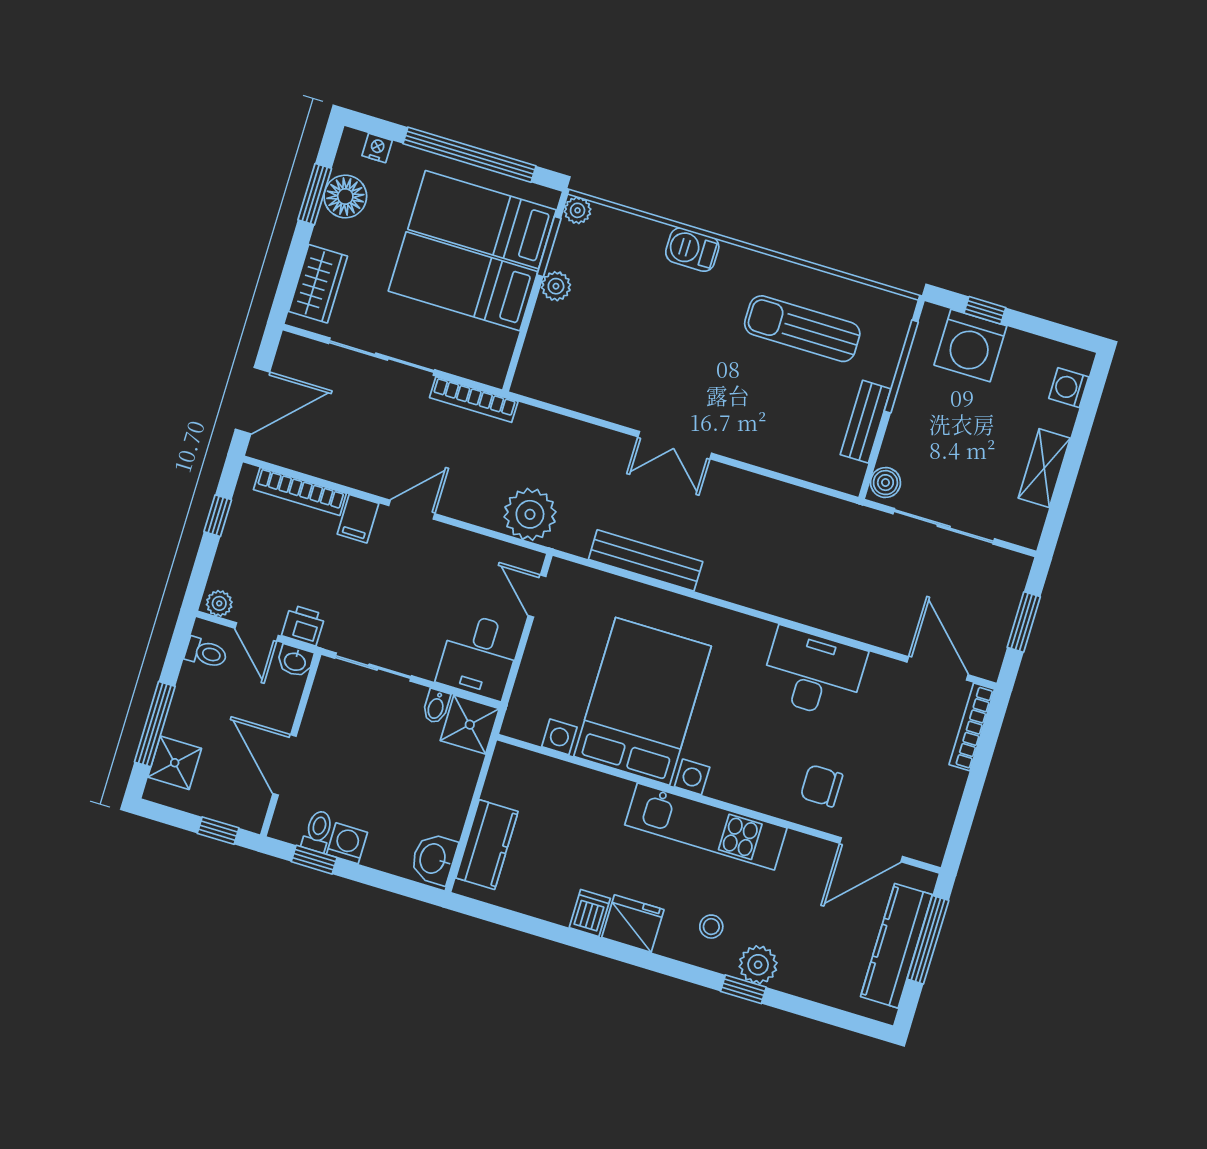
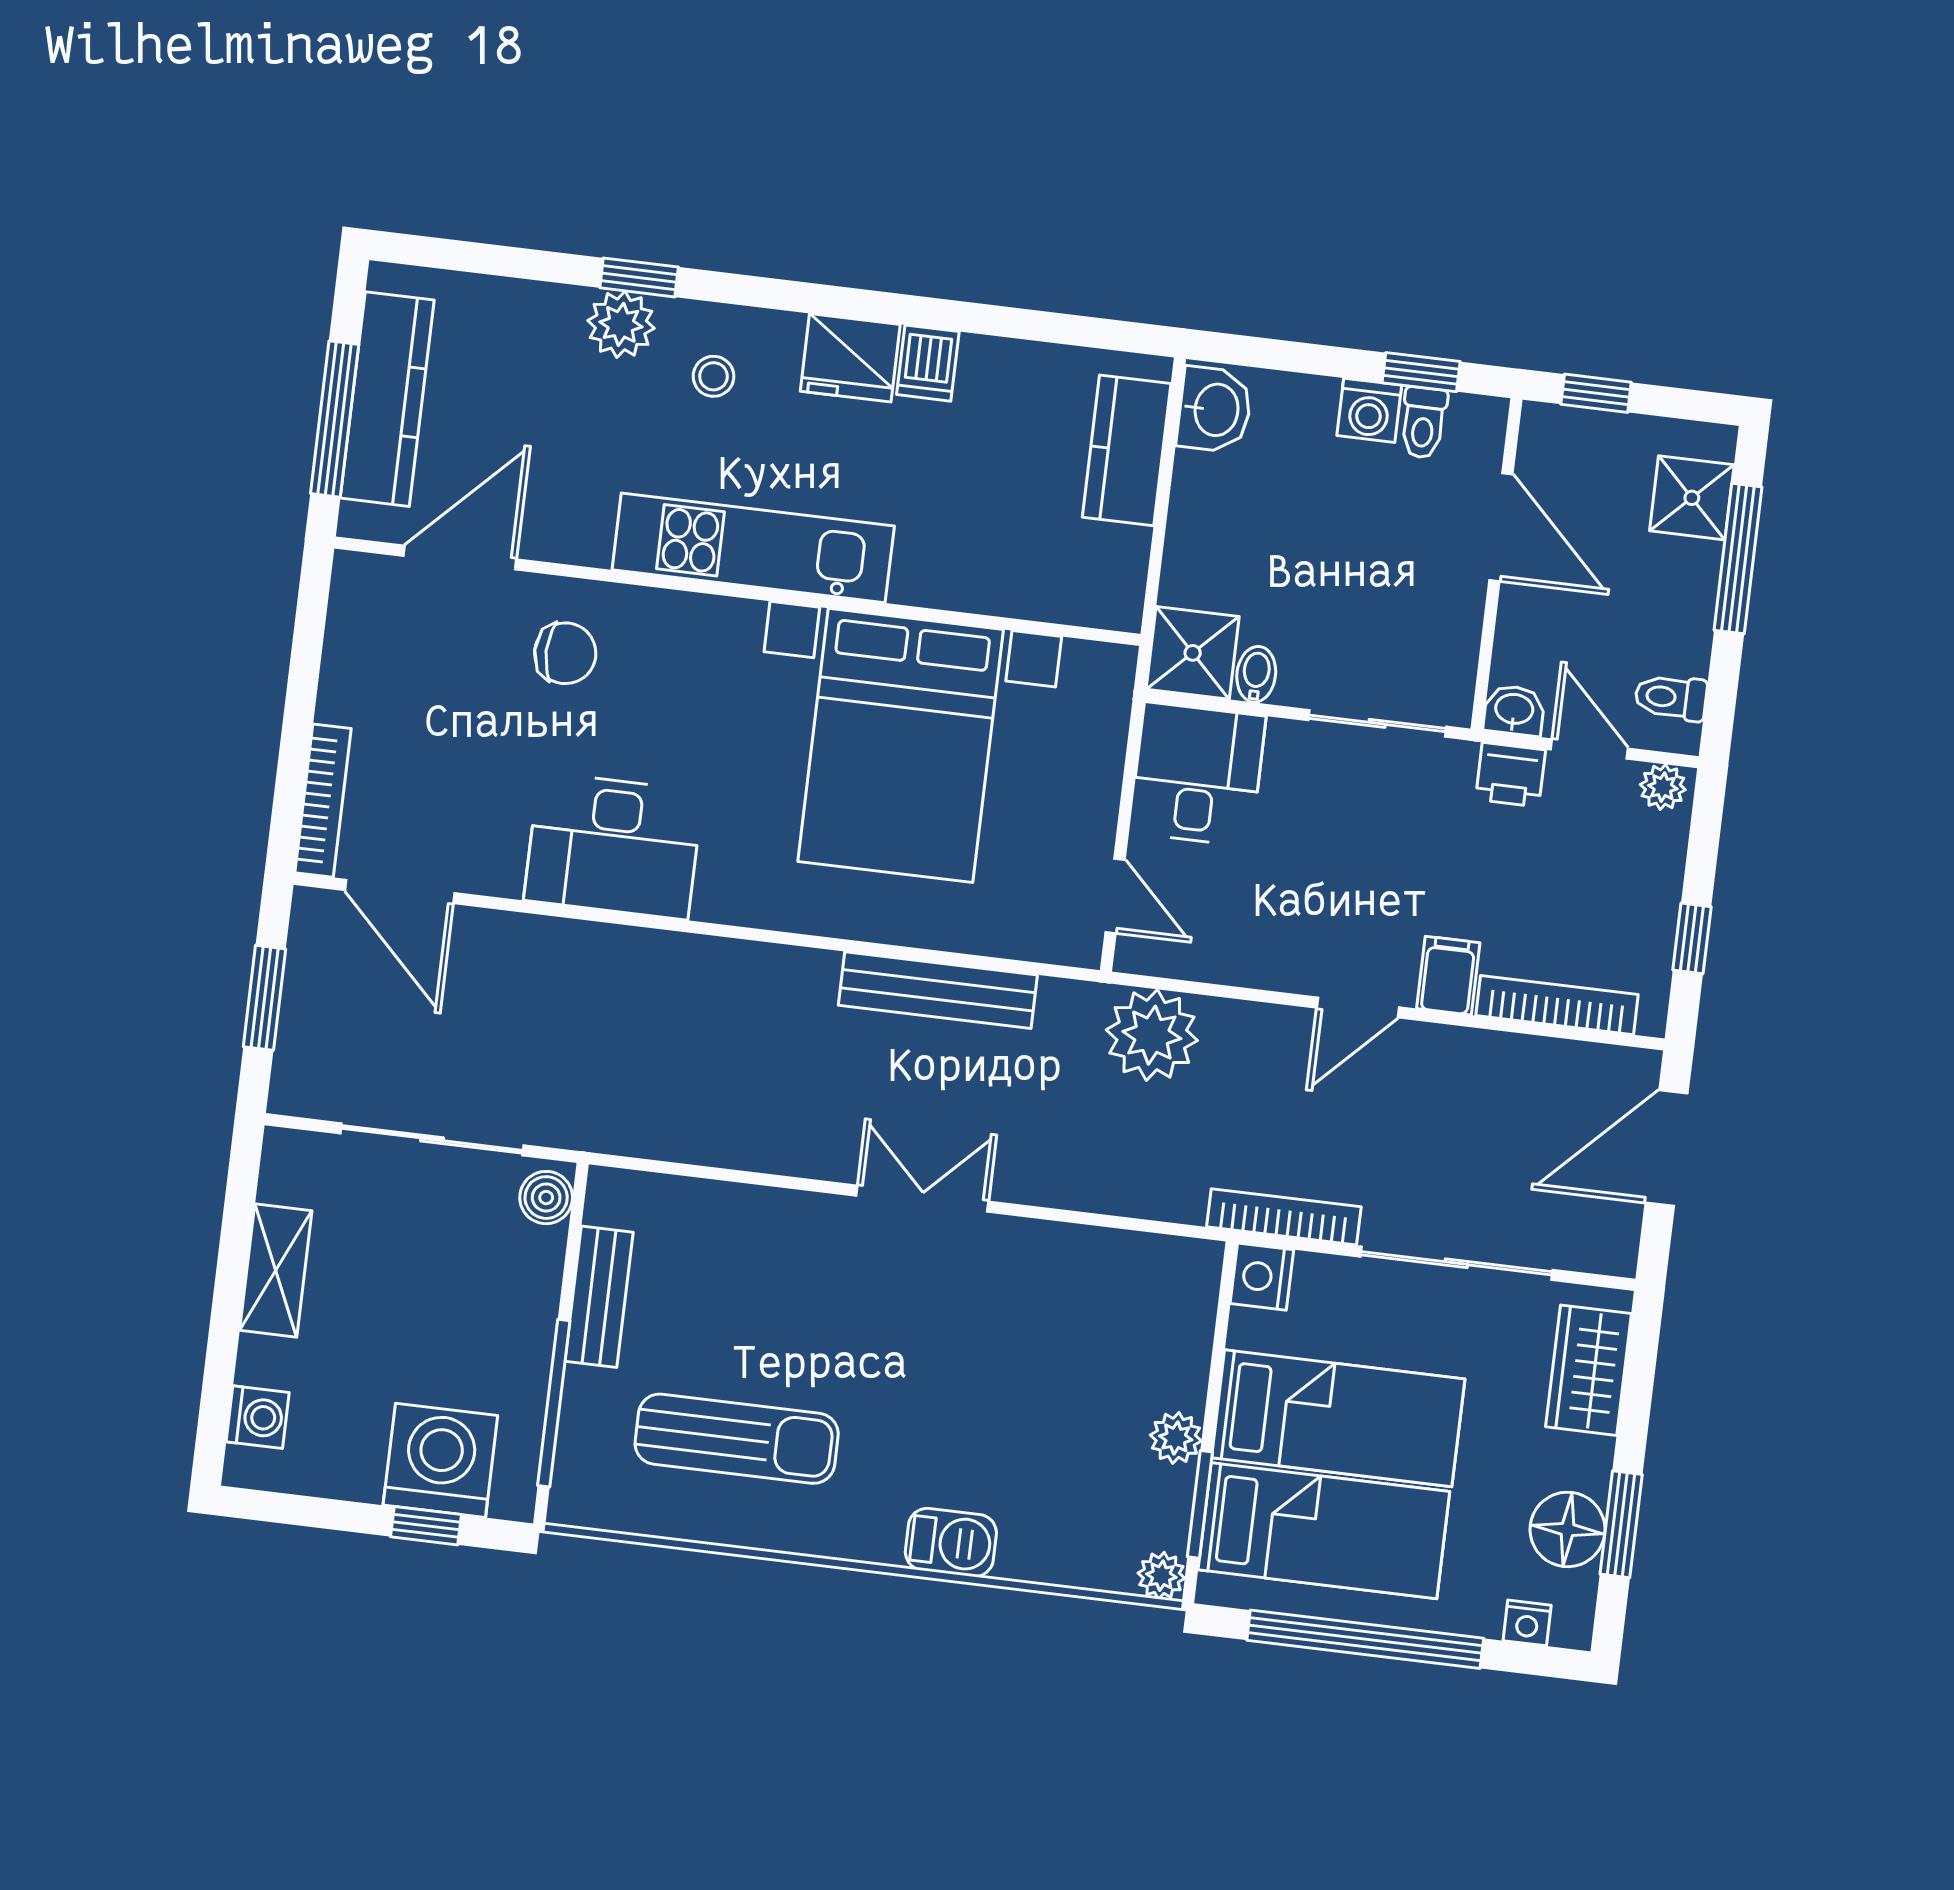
nightstand: (492, 368) -> (1262, 1277), added

